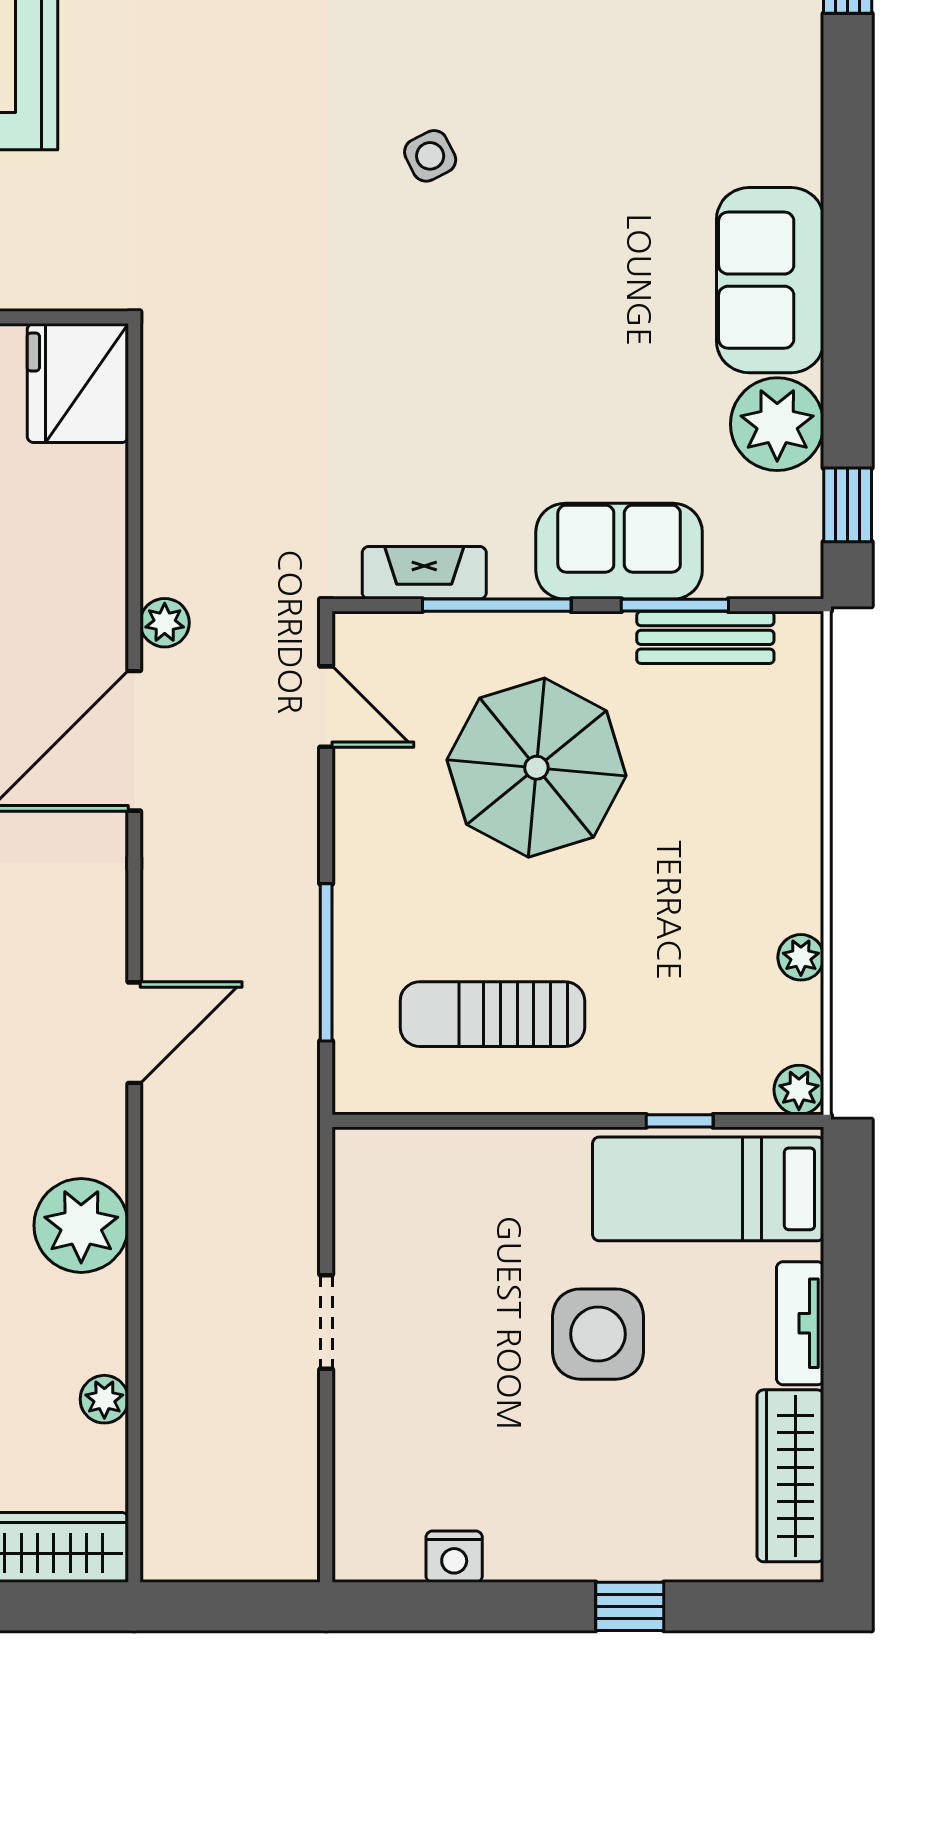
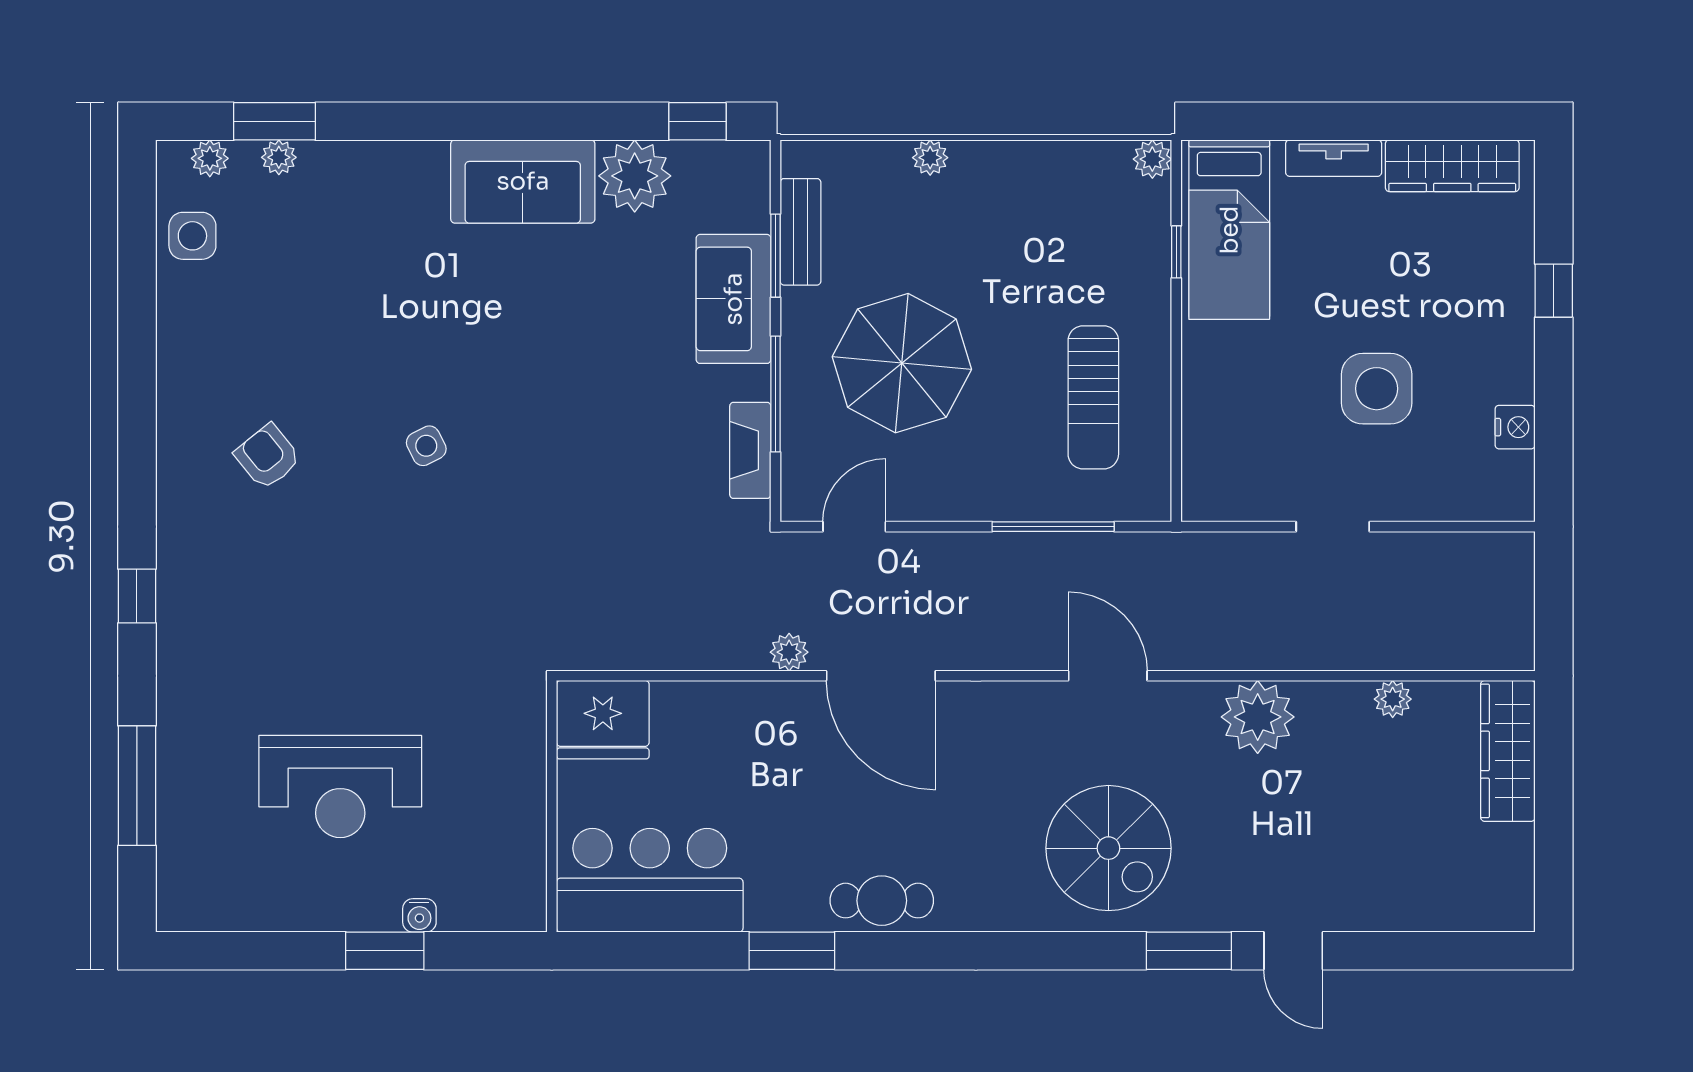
plant: (801, 957) -> (930, 158), moved
side table: (598, 1334) -> (1377, 389), moved

